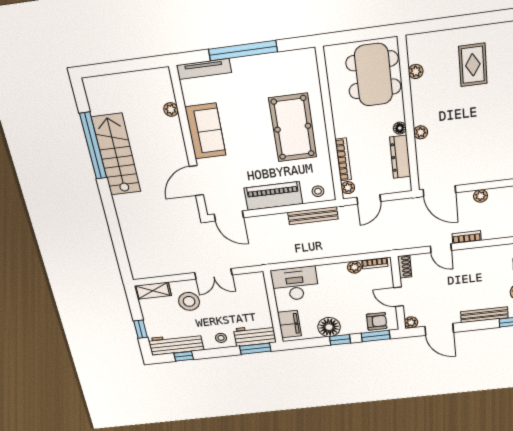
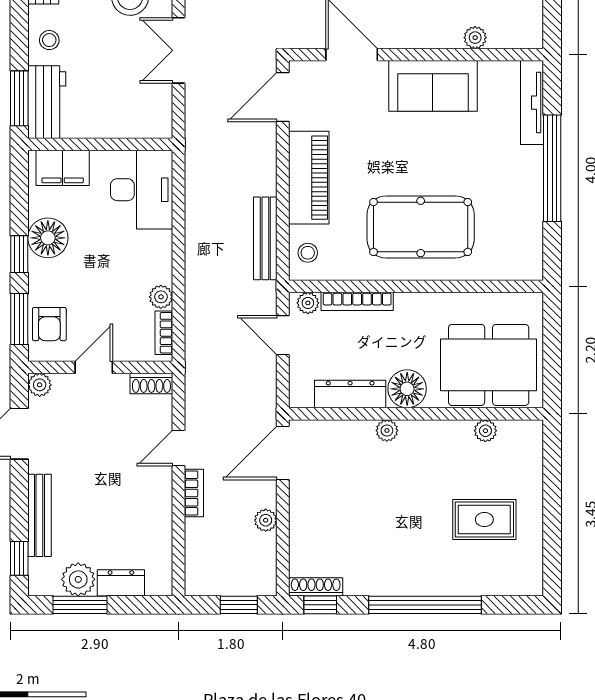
floor lamp: (400, 128) -> (407, 389), width x1.89, depth x1.89

